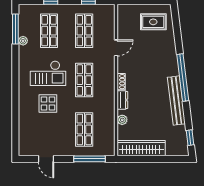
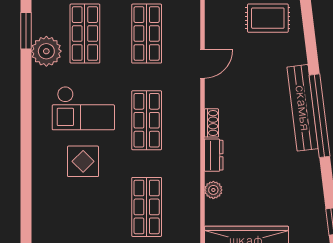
window: (15, 29) -> (26, 31), width x0.69
plant: (23, 41) -> (46, 51), width x1.87, depth x1.87
bench: (176, 101) -> (303, 108), moved

